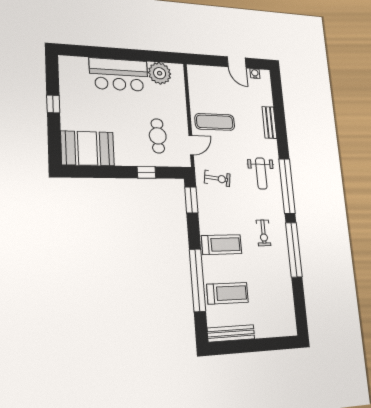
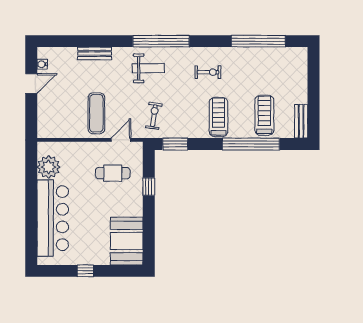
bar counter: (119, 75) -> (53, 218), width x1.36
door: (191, 145) -> (121, 140), hinge flipped
window: (294, 250) -> (258, 41), moved
bench: (231, 333) -> (301, 121), width x0.73

